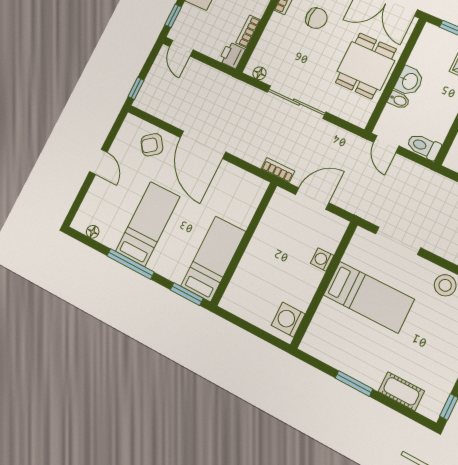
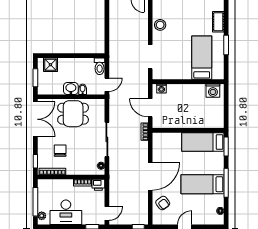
washing machine: (322, 259) -> (161, 88), moved
bed: (369, 297) -> (202, 58), moved

